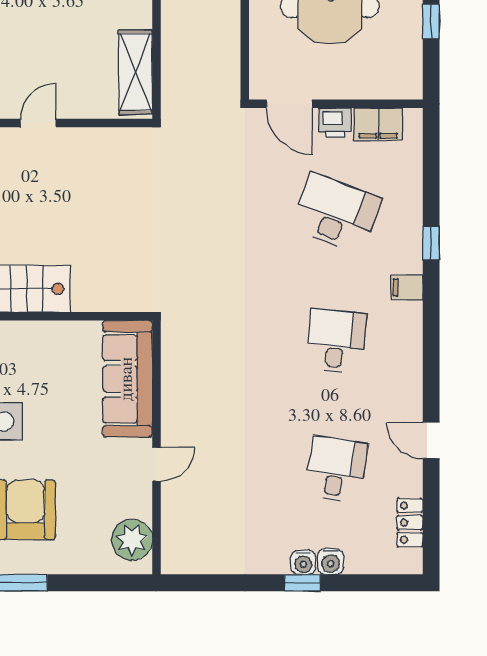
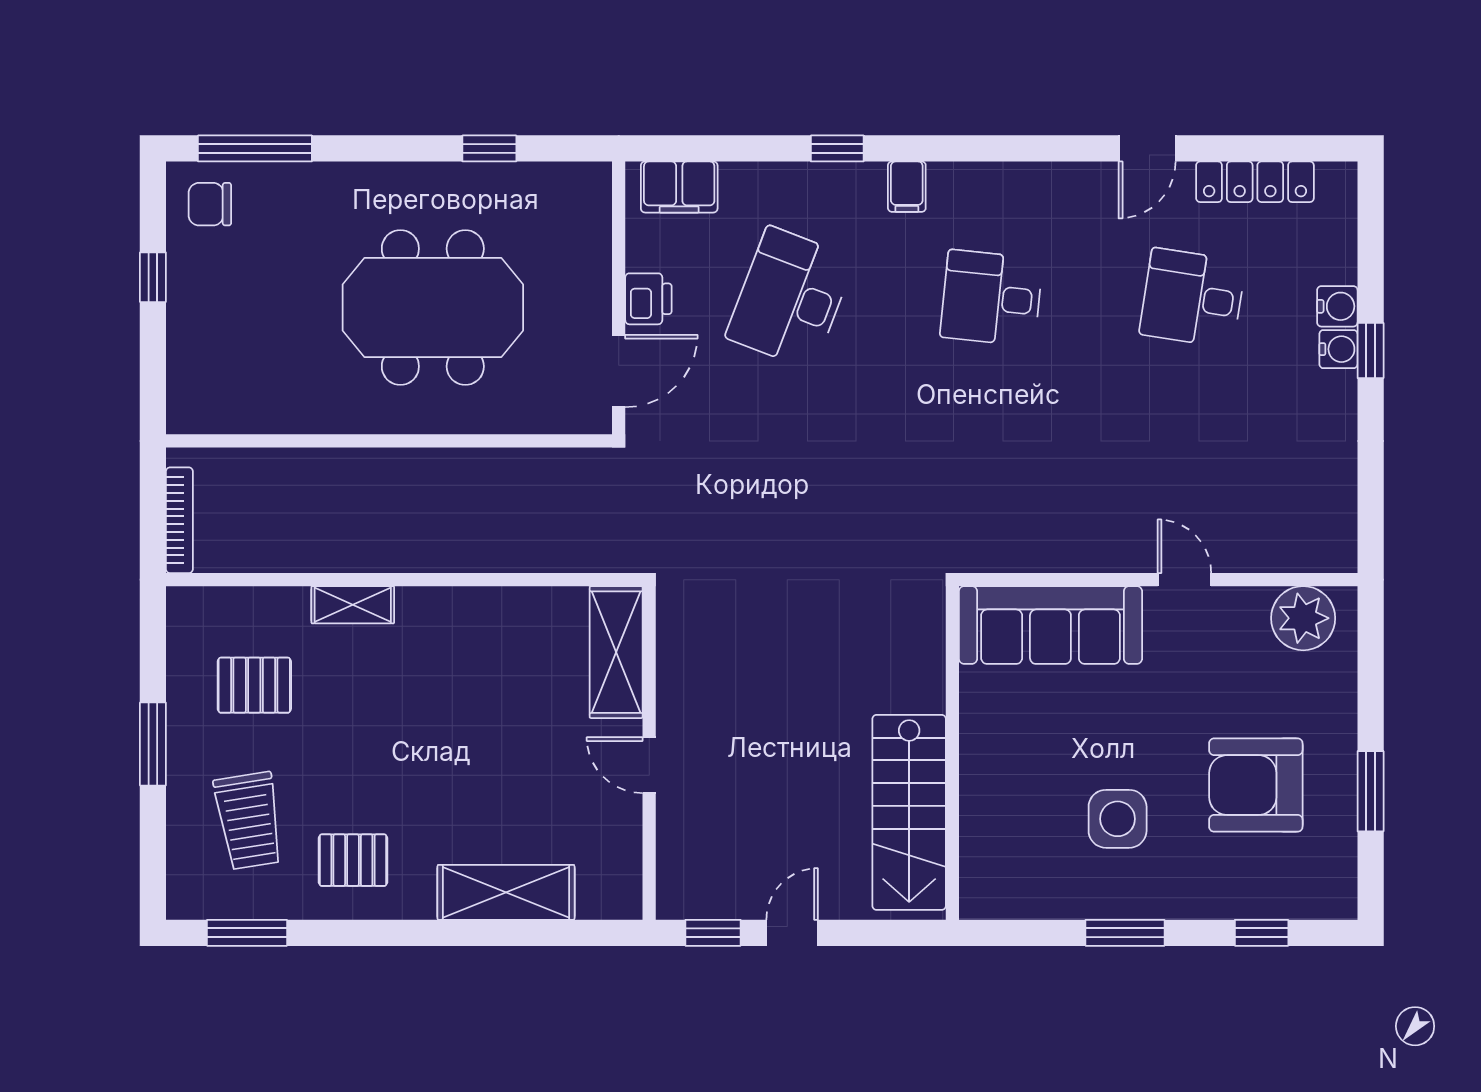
shelving: (135, 72) -> (616, 652), moved, turned 90
filing cabinet: (378, 124) -> (679, 187), moved, turned 90
locker: (410, 523) -> (1255, 182), width x1.53

